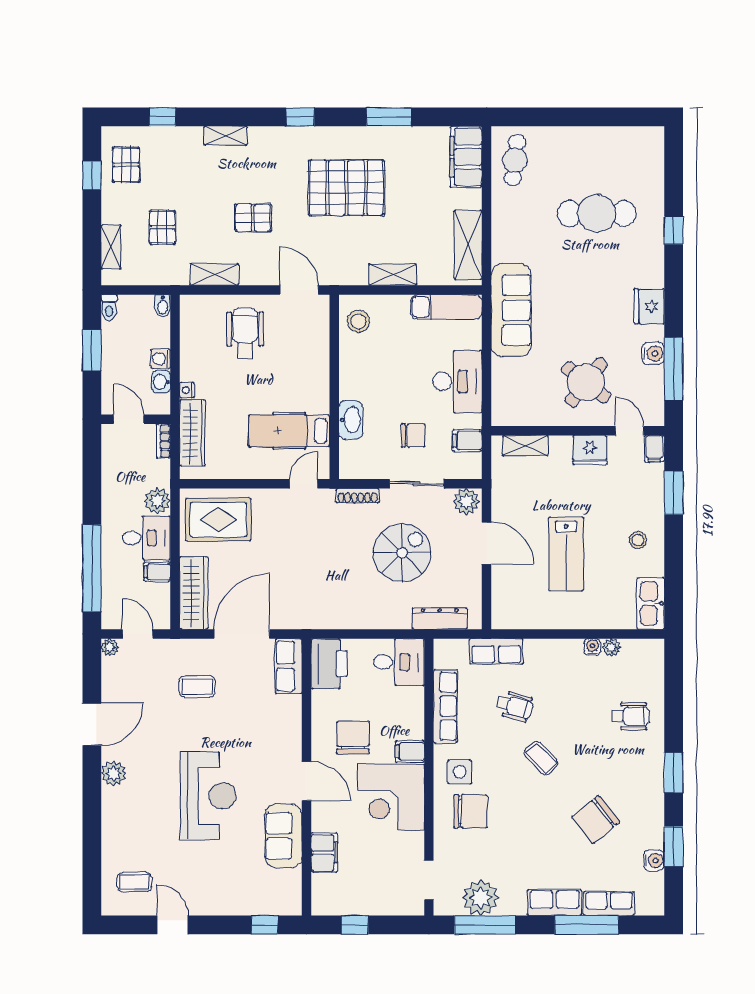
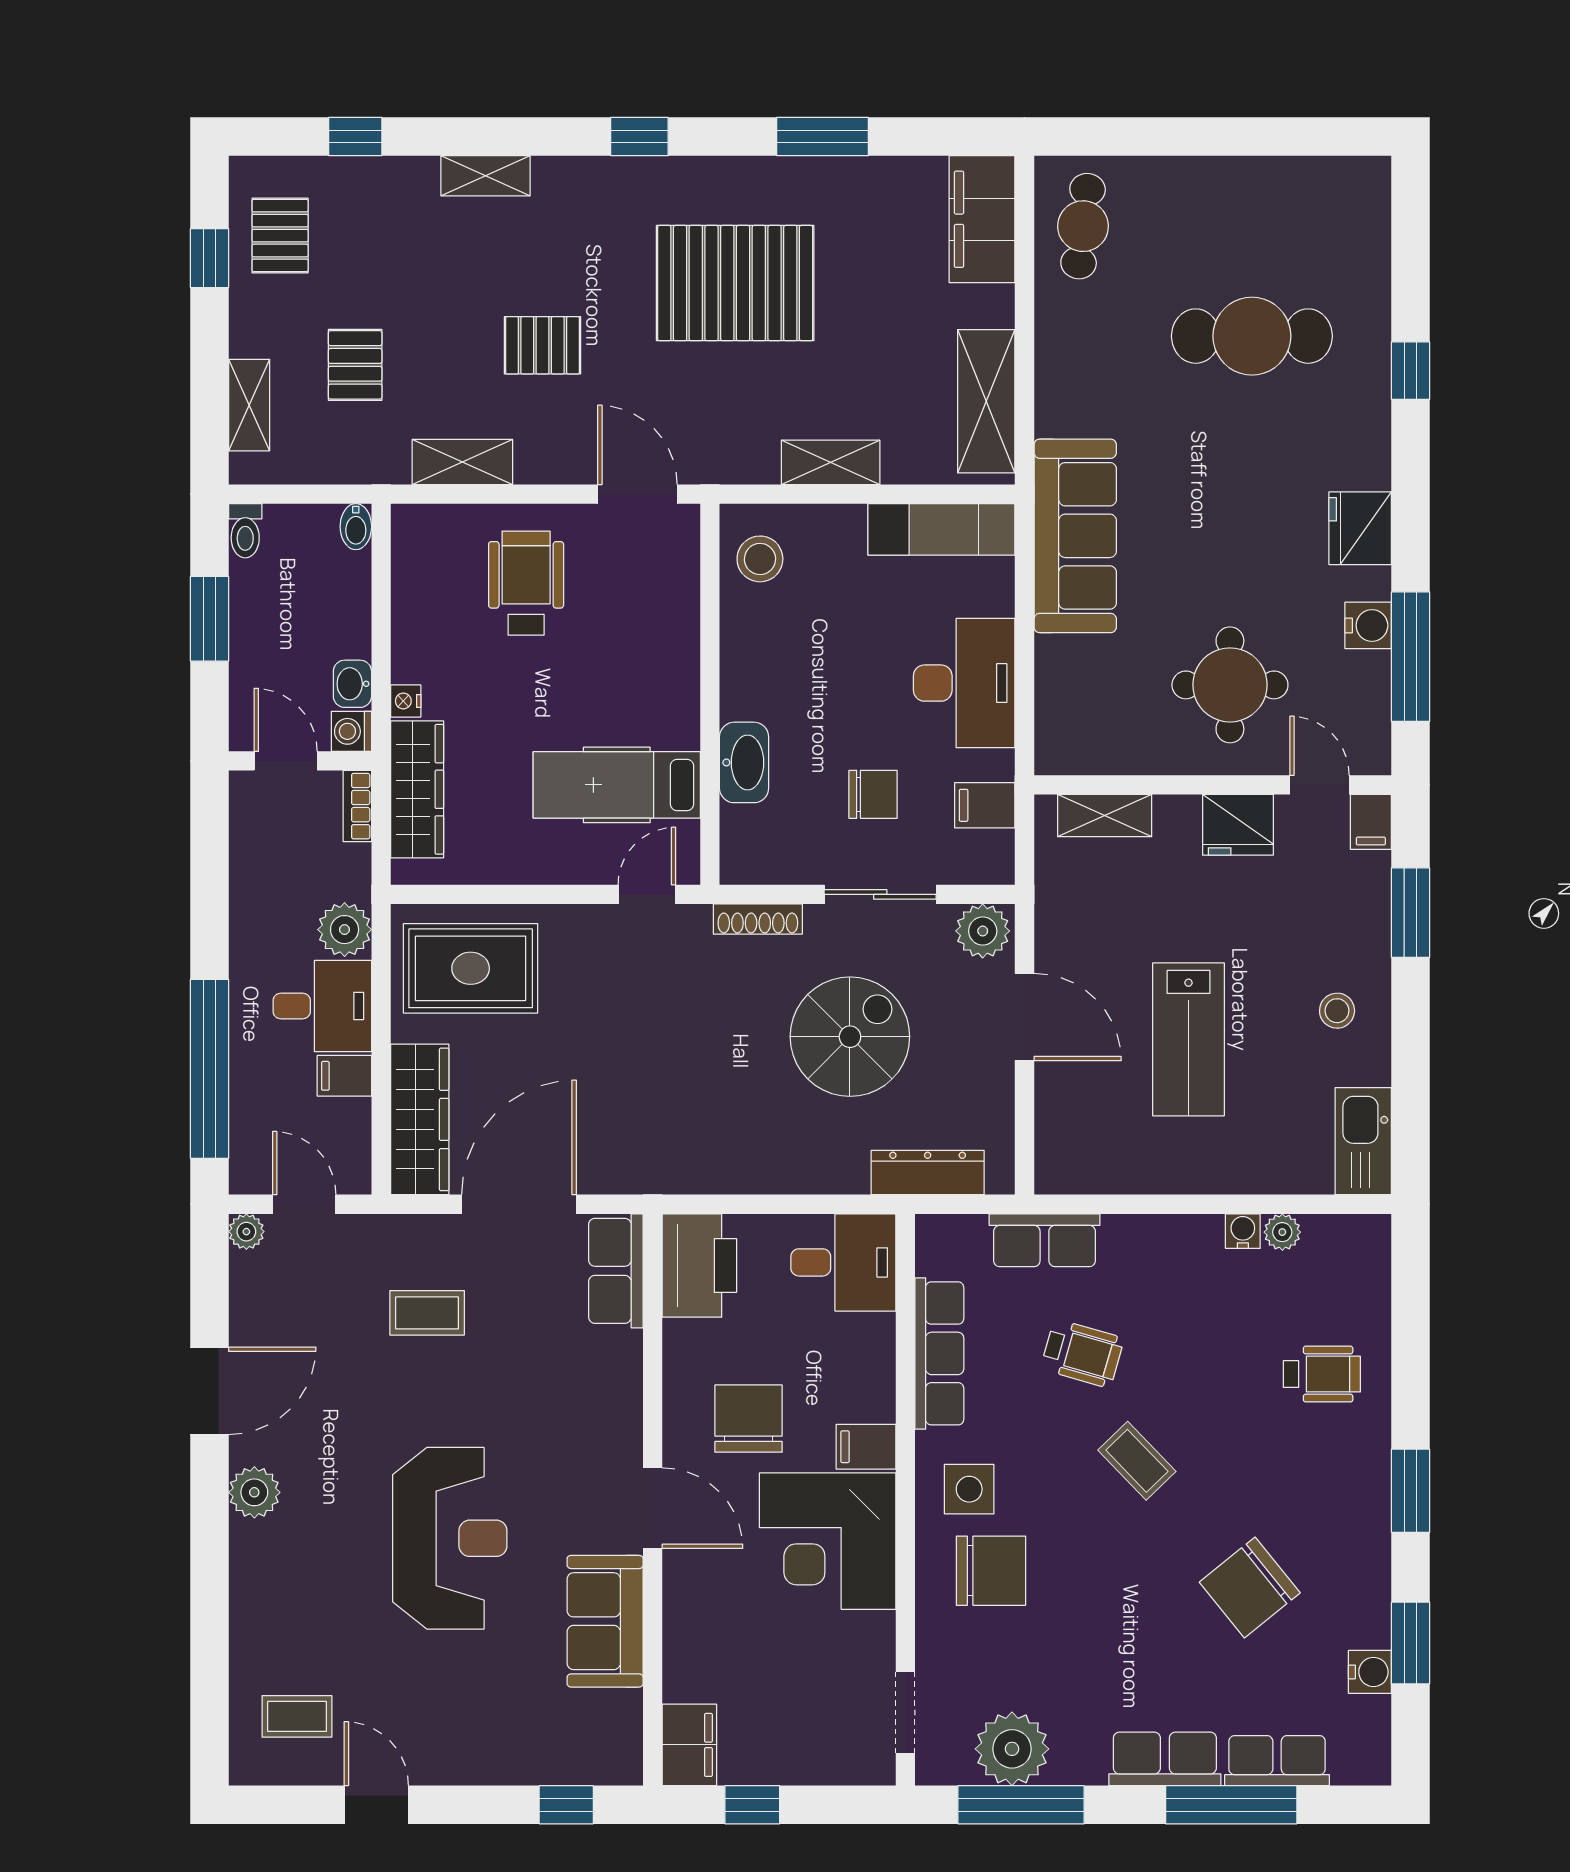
washing machine: (161, 359) -> (351, 731), moved
round table: (586, 382) -> (1230, 685), turned -38
filing cabinet: (324, 853) -> (689, 1745), moved

